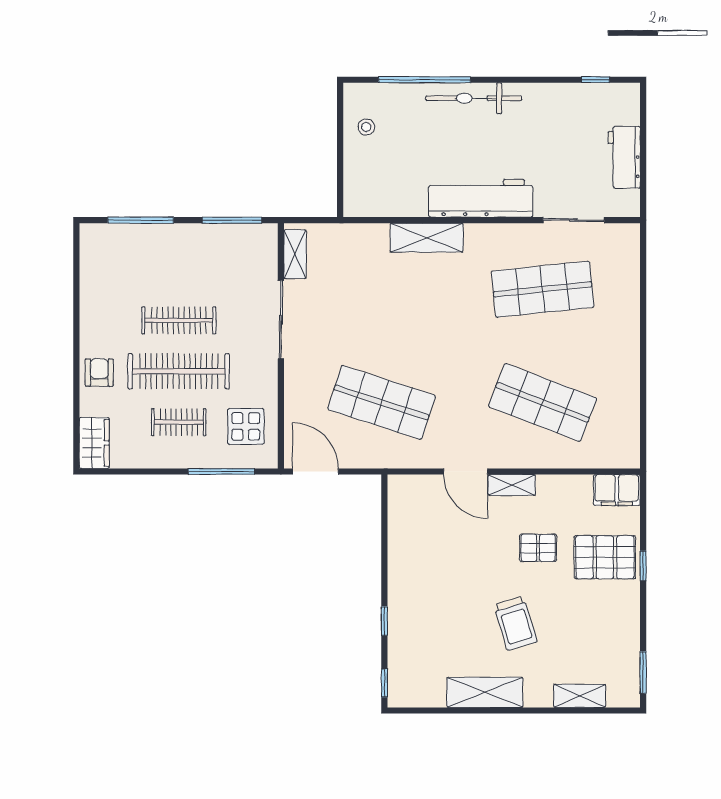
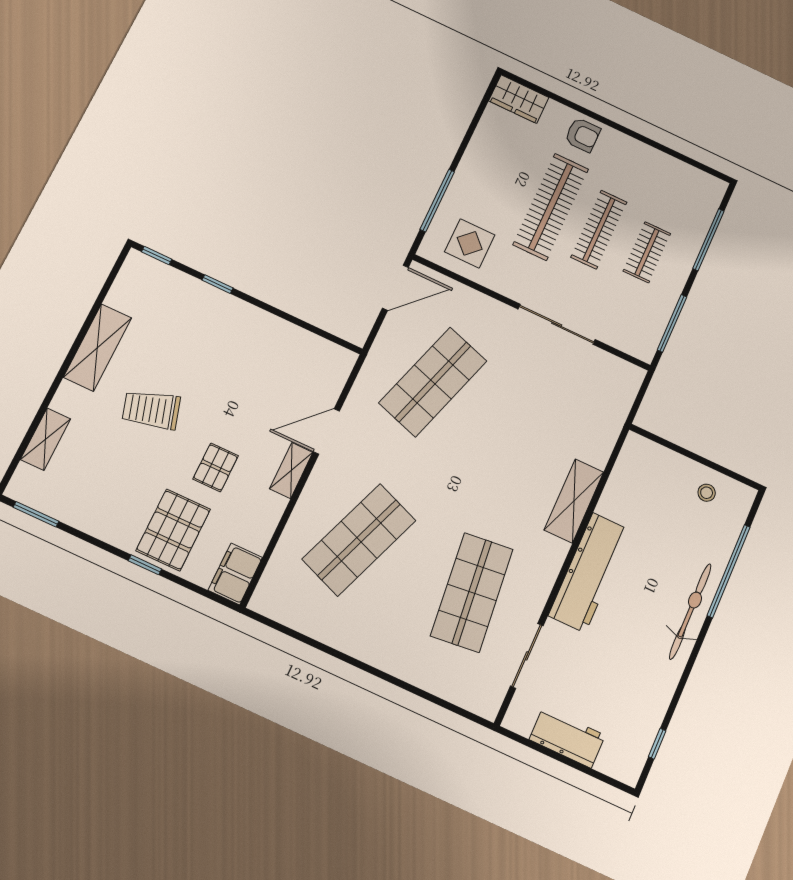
shelving: (295, 254) -> (614, 367), removed
clothes rail: (179, 422) -> (647, 252), moved

